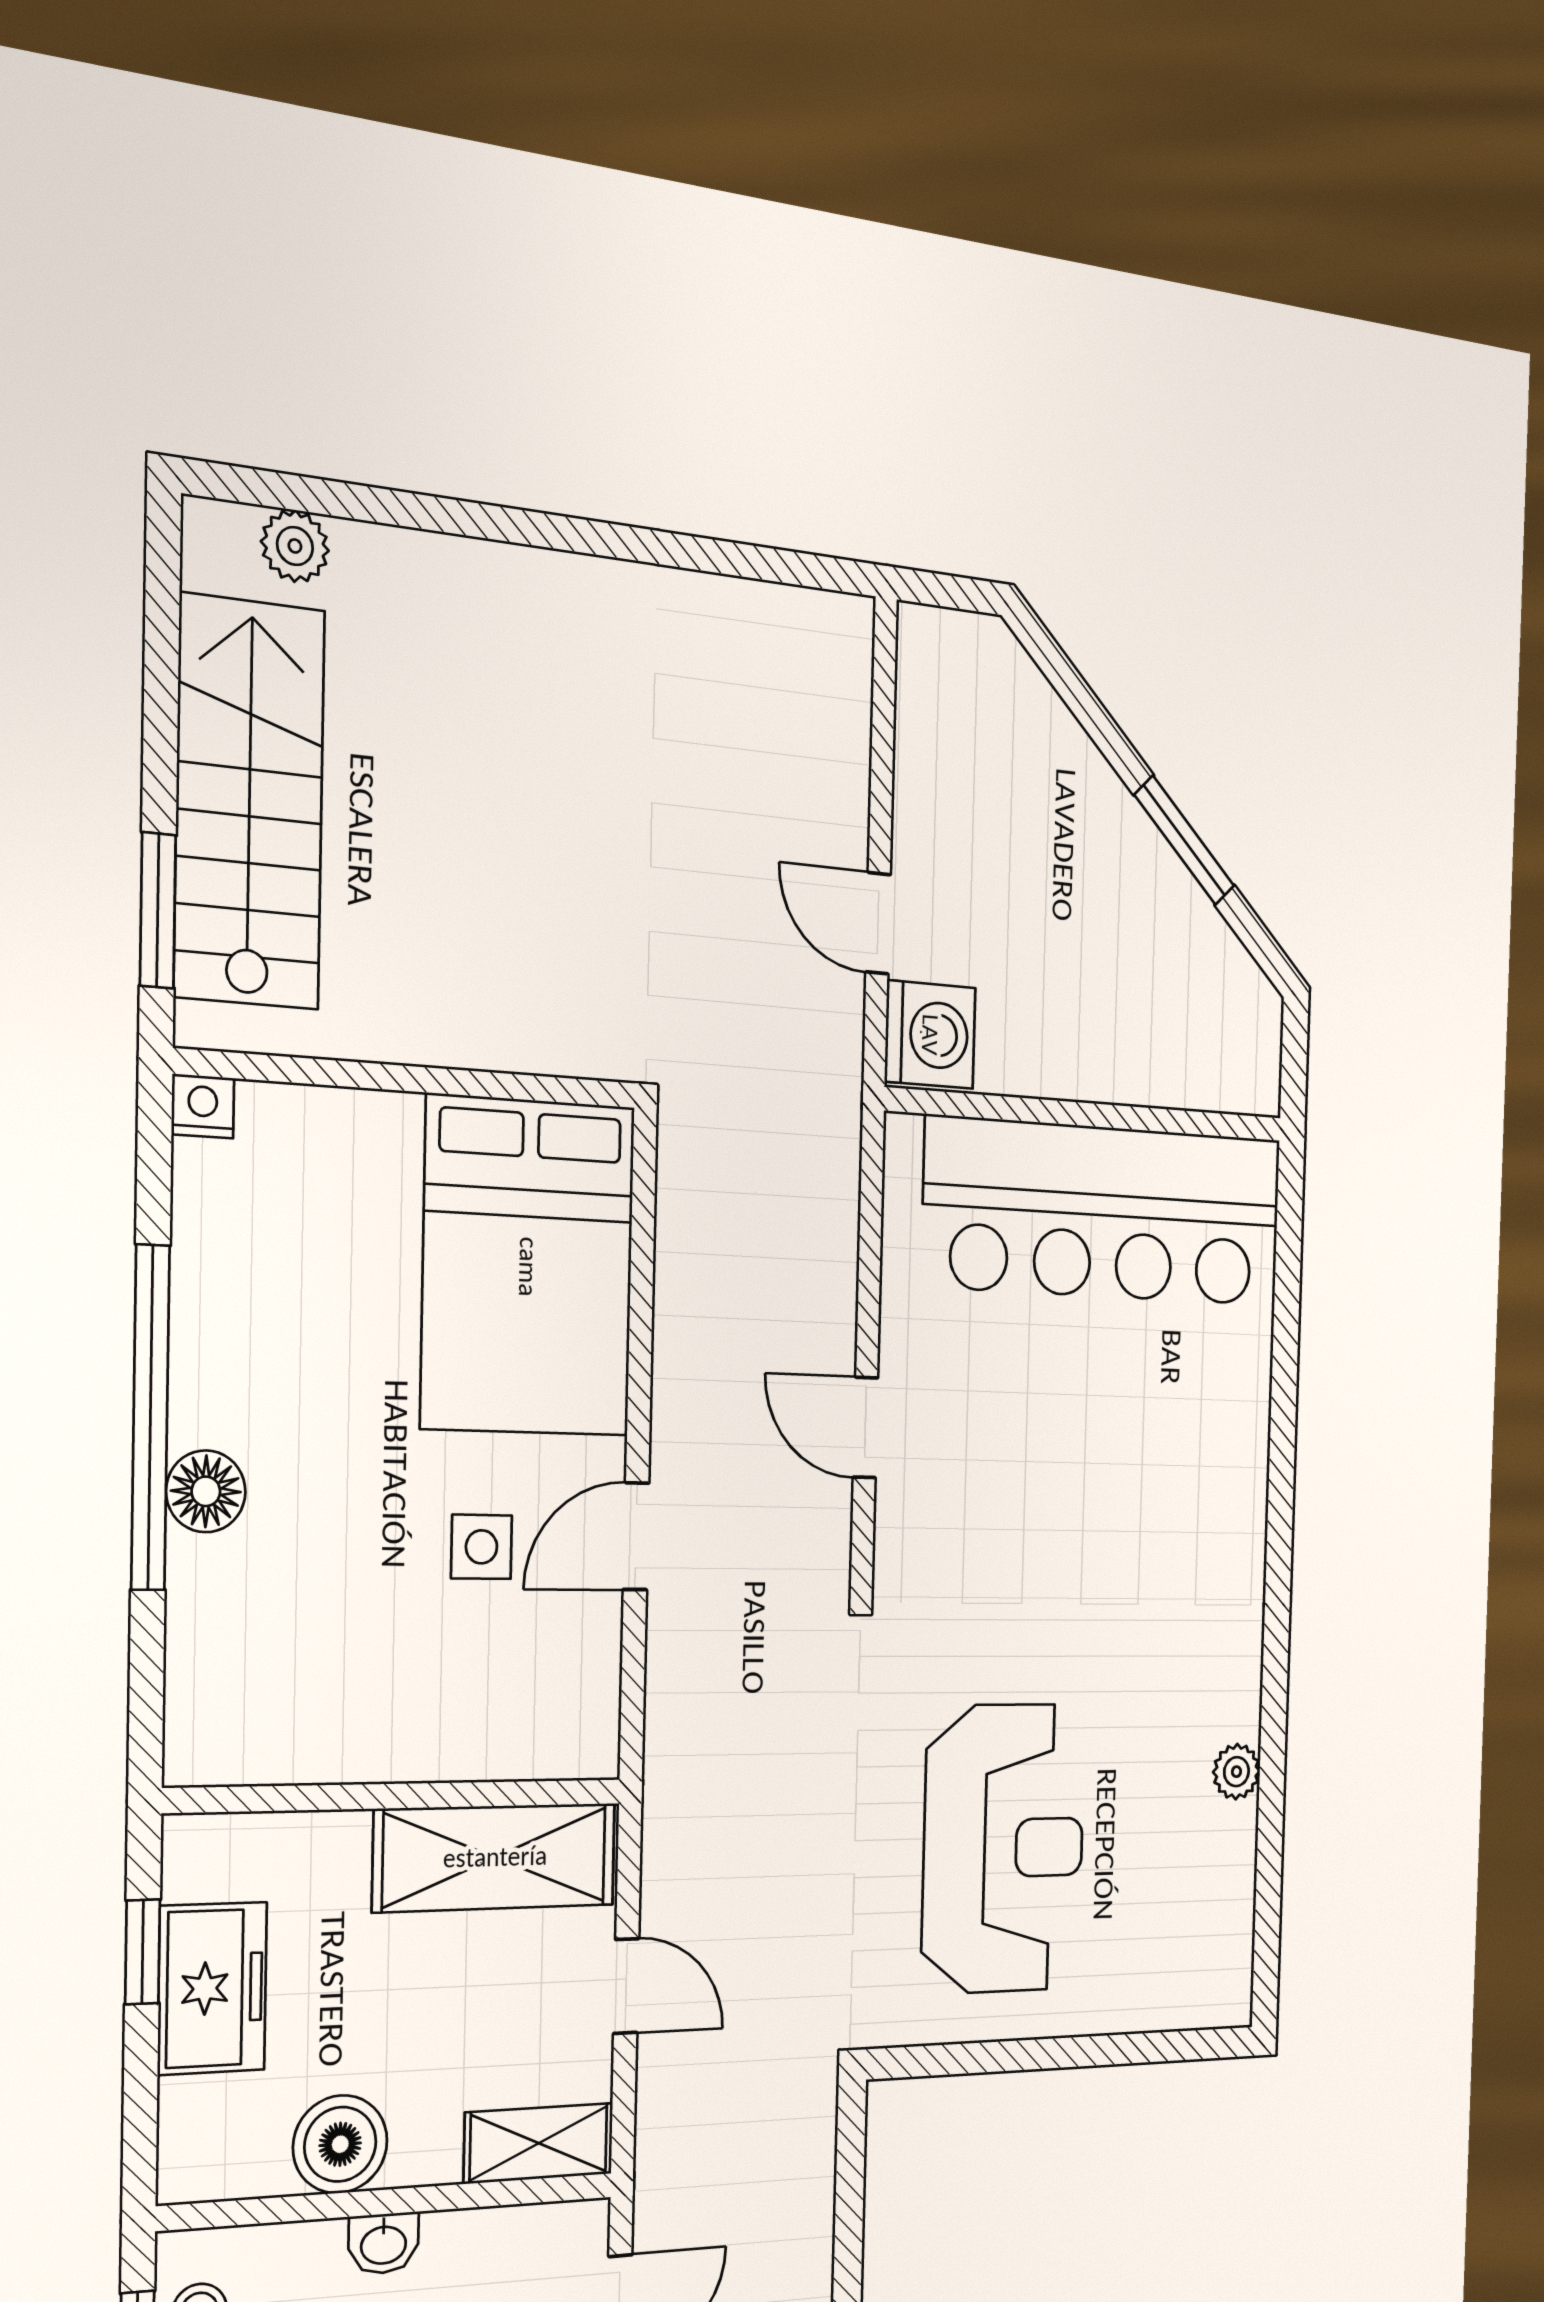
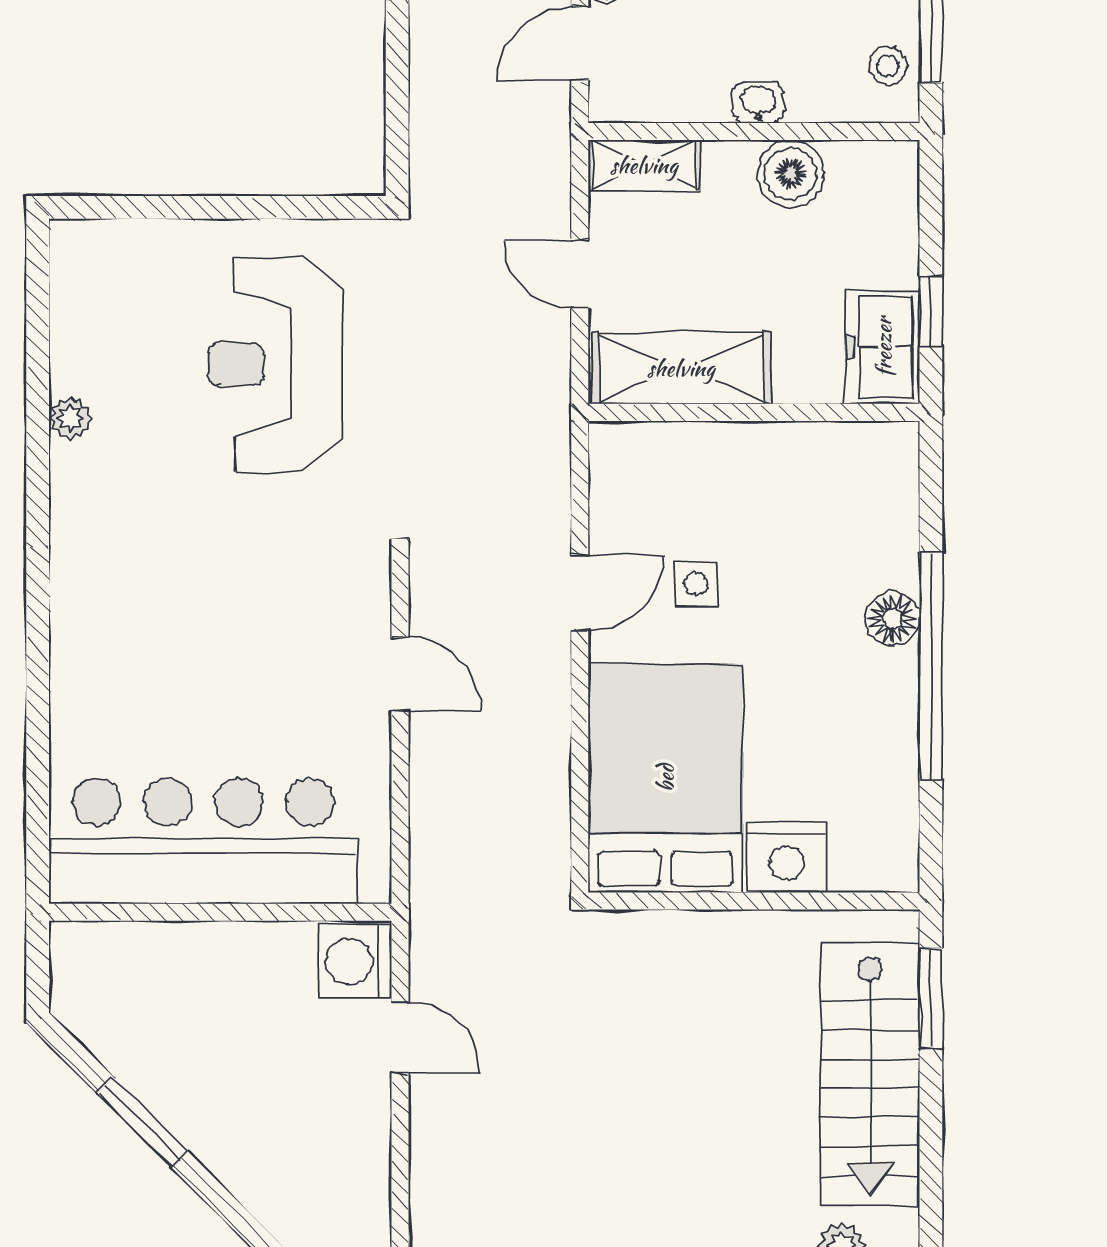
nightstand: (203, 1106) -> (787, 857), moved, width x1.89, depth x1.79
freezer: (212, 1988) -> (883, 347), moved

